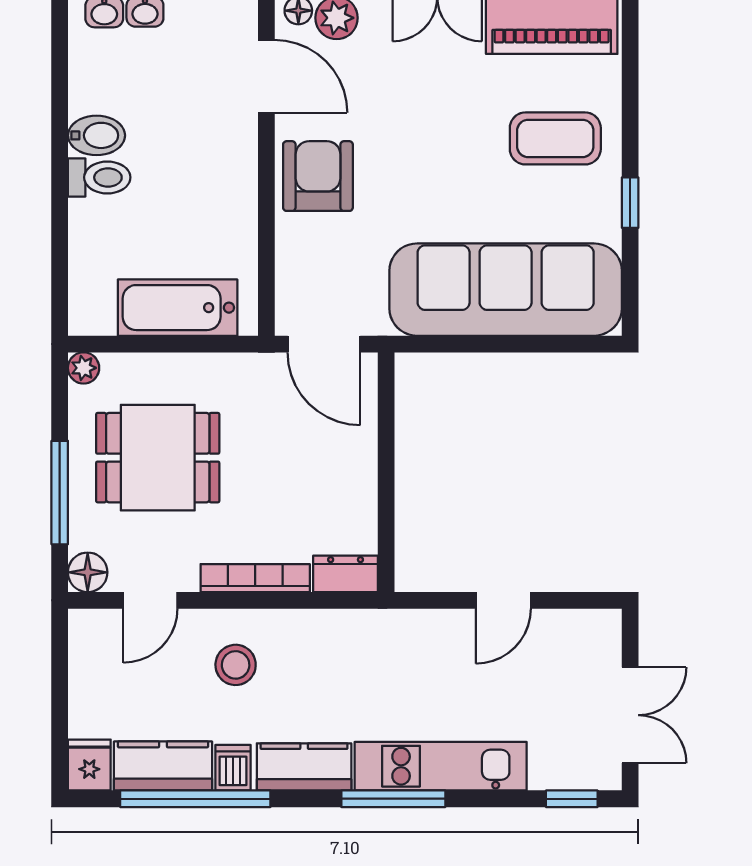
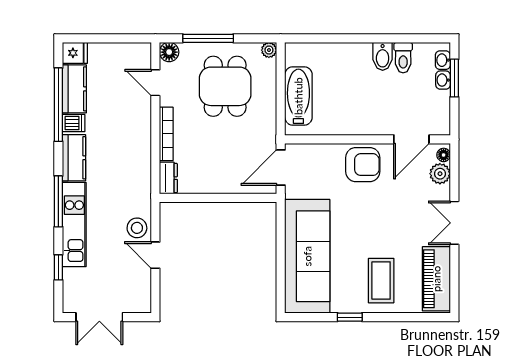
toilet: (99, 177) -> (403, 58), moved
stool: (236, 665) -> (137, 228), moved
window: (572, 799) -> (58, 267), moved

